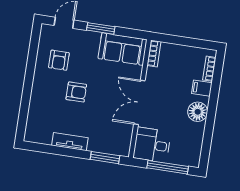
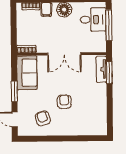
armchair: (59, 60) -> (43, 118), turned -109
tv unit: (70, 142) -> (101, 69), moved
desk: (152, 145) -> (93, 20), moved, turned -90

